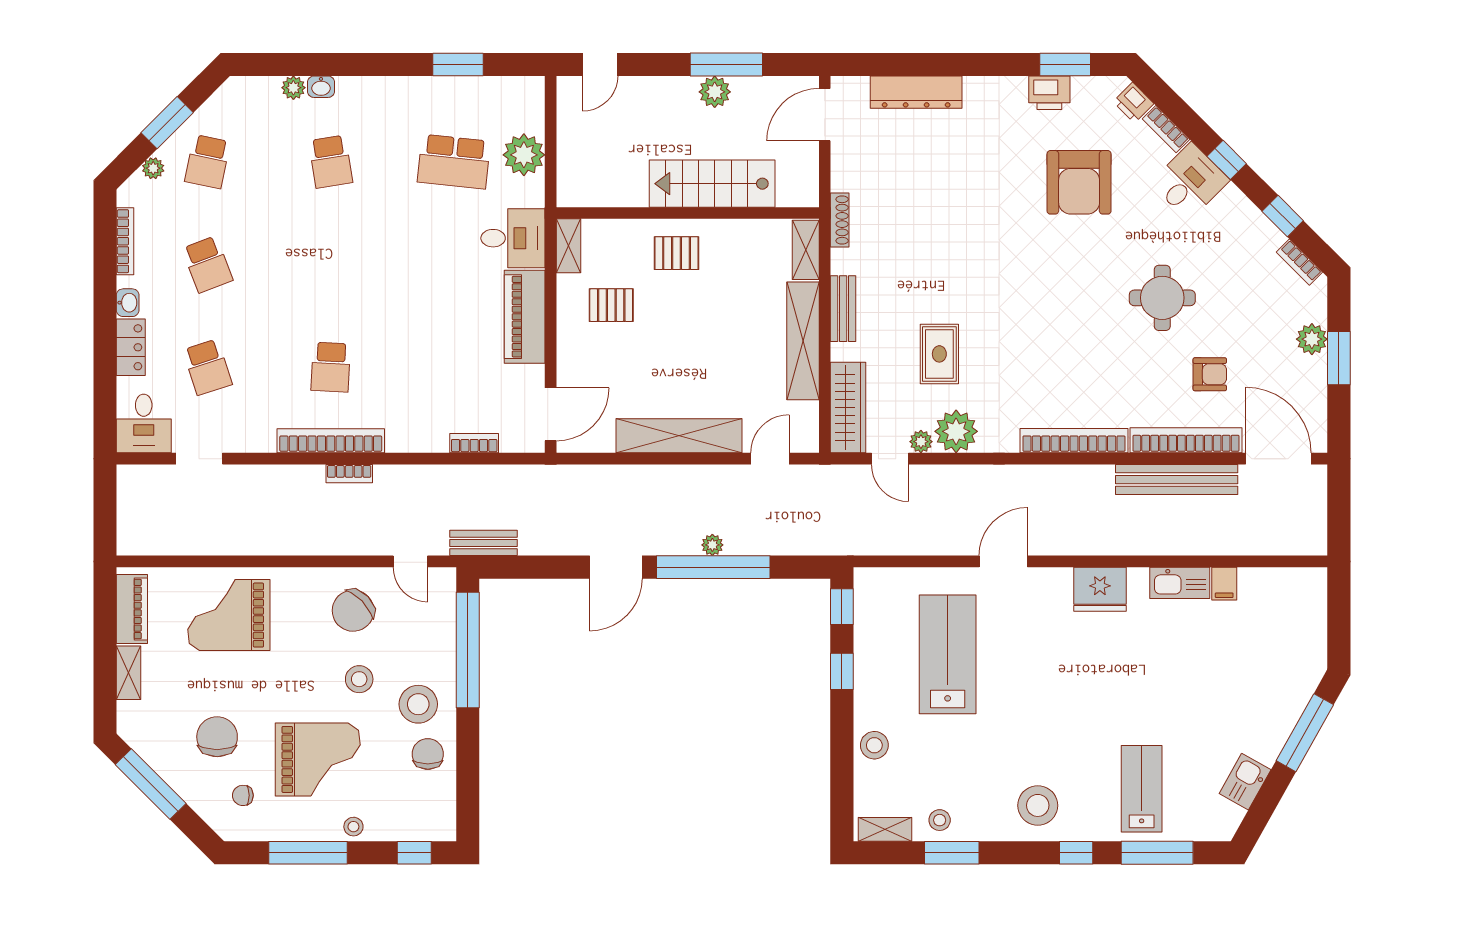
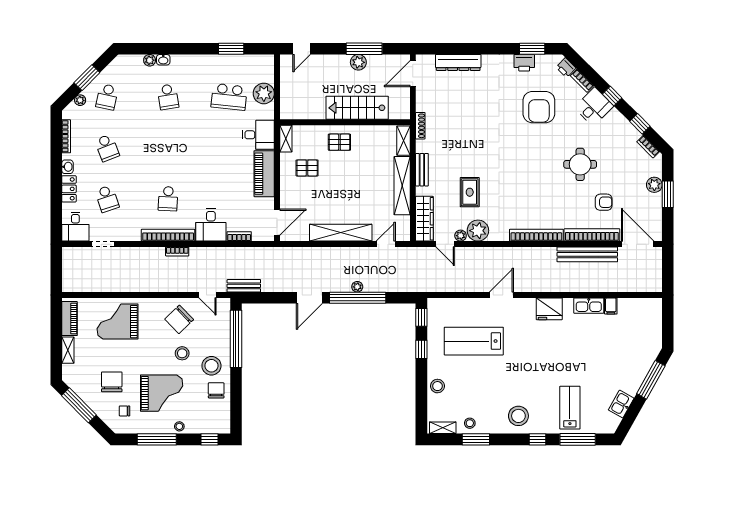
desk: (417, 420) -> (211, 225), added
lab bench: (948, 654) -> (474, 341), turned -90

